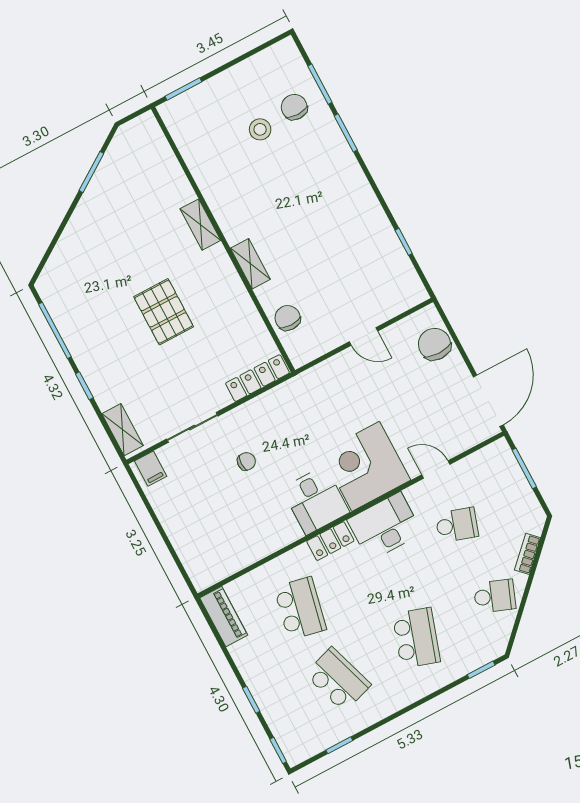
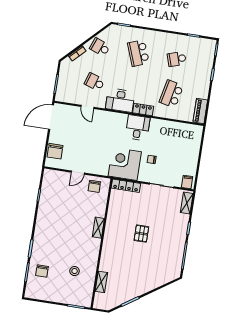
stool: (260, 129) -> (75, 271), moved
shelving: (200, 225) -> (101, 282), moved
pallet: (164, 312) -> (141, 234), width x0.67, depth x0.71
chair: (288, 318) -> (94, 186), moved
door: (363, 336) -> (78, 173), swing flipped
corner desk: (366, 466) -> (125, 164), moved, turned 180
school desk: (416, 638) -> (138, 53), turned -39
school desk: (338, 679) -> (177, 59), width x0.54

